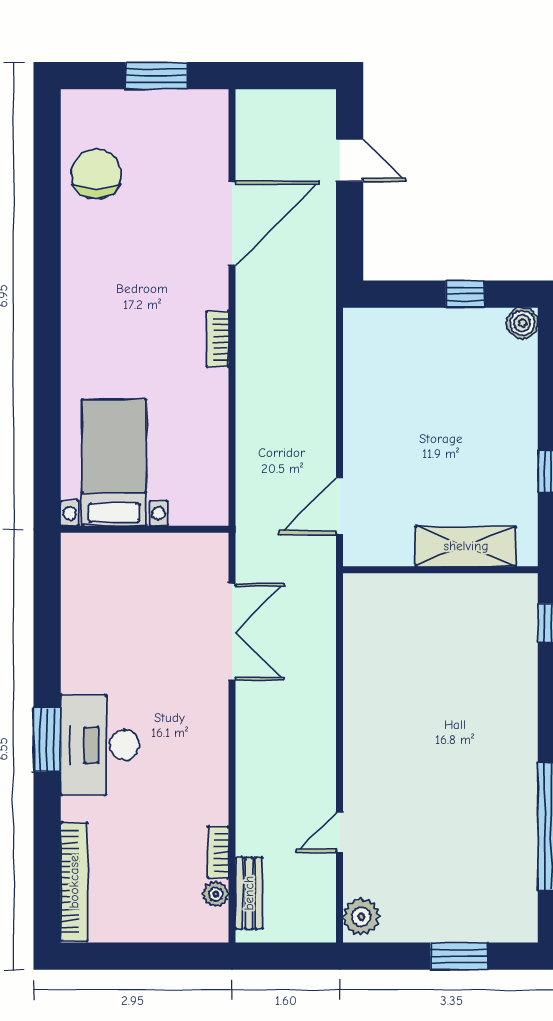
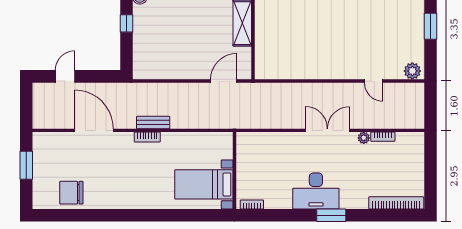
door: (340, 506) -> (224, 81), swing flipped
bookcase: (71, 567) -> (252, 204), added
double door: (232, 632) -> (327, 130), moved
desk: (100, 745) -> (316, 191), moved
bench: (249, 893) -> (153, 123), moved
plant: (216, 894) -> (364, 138), moved

